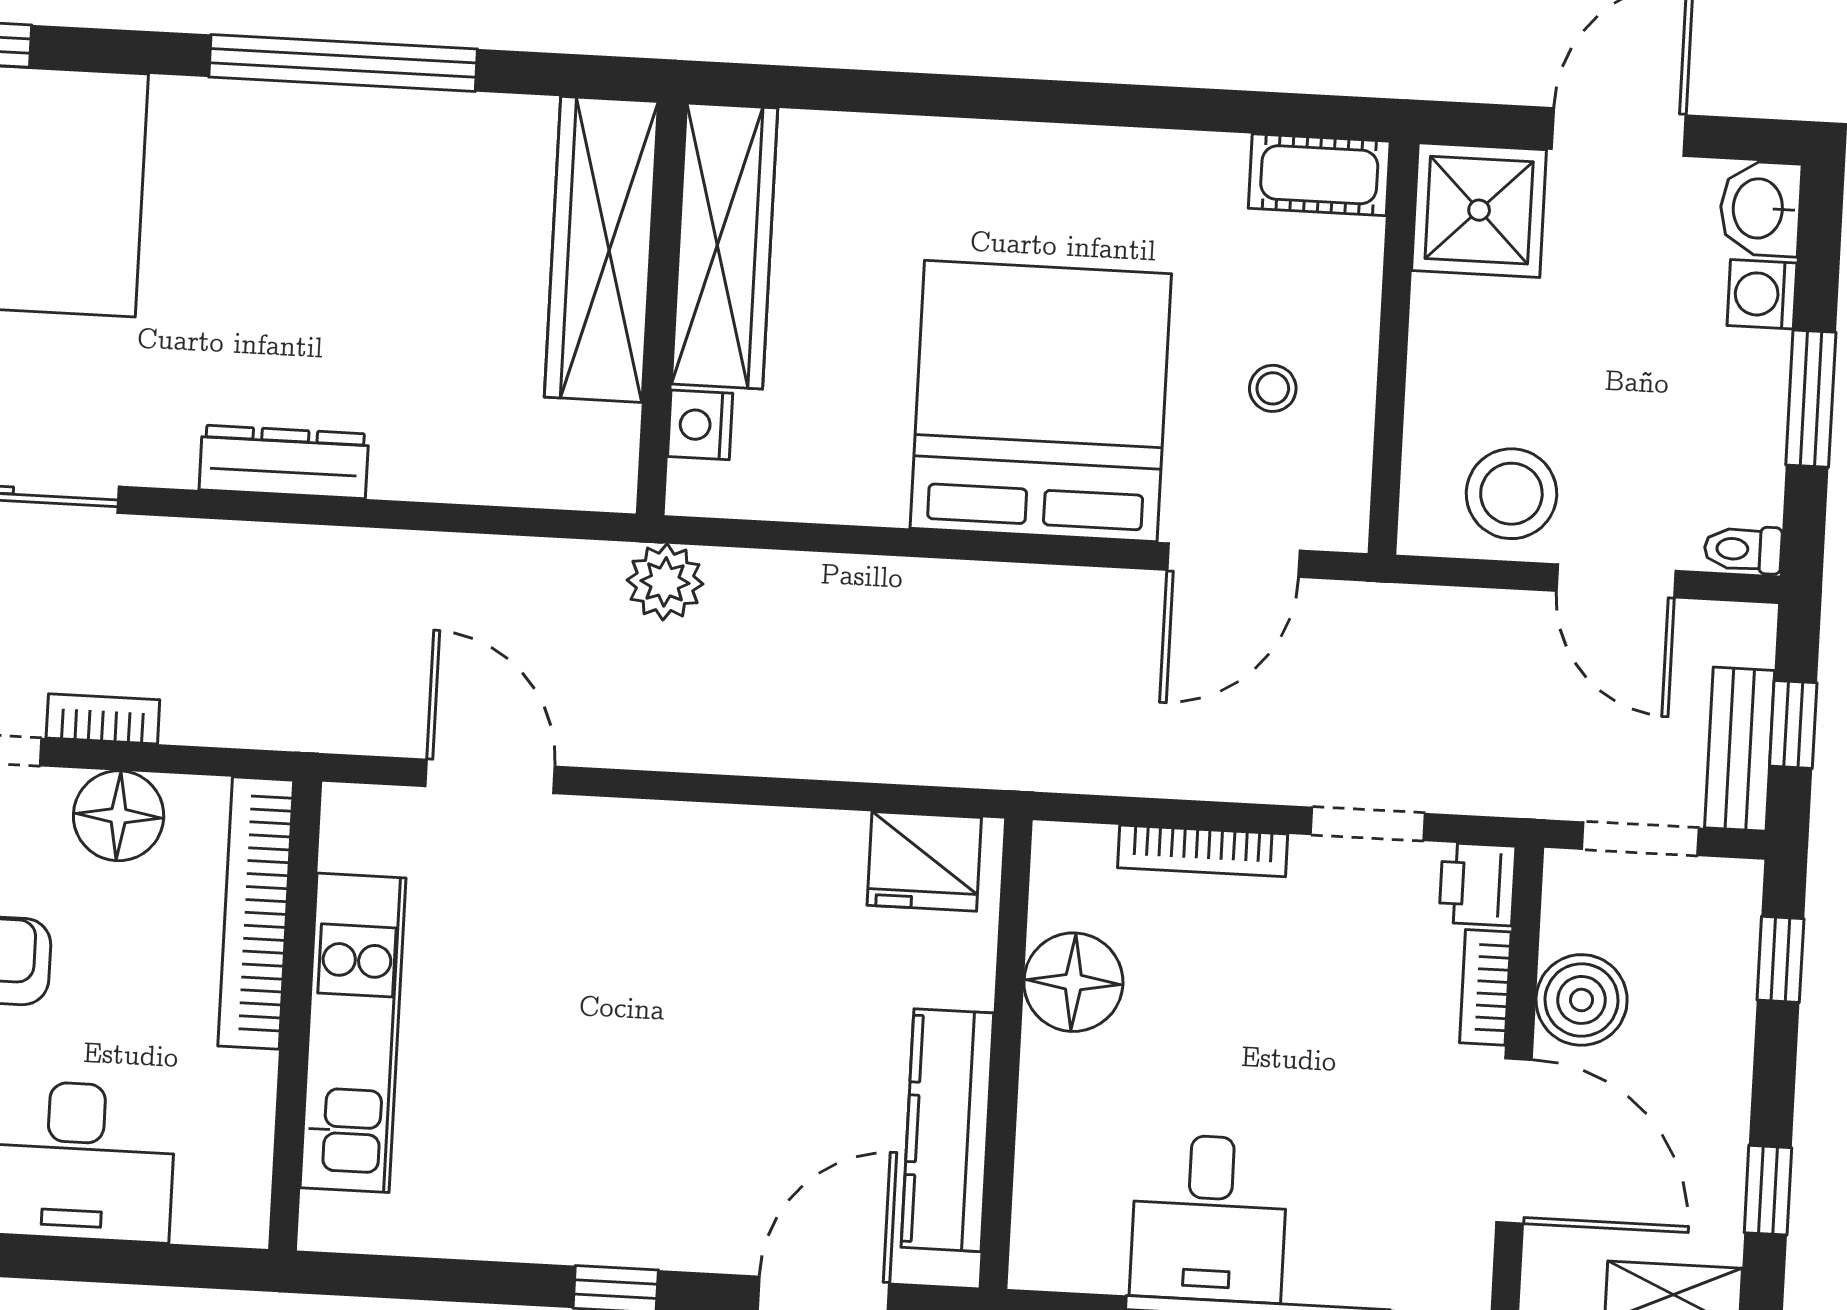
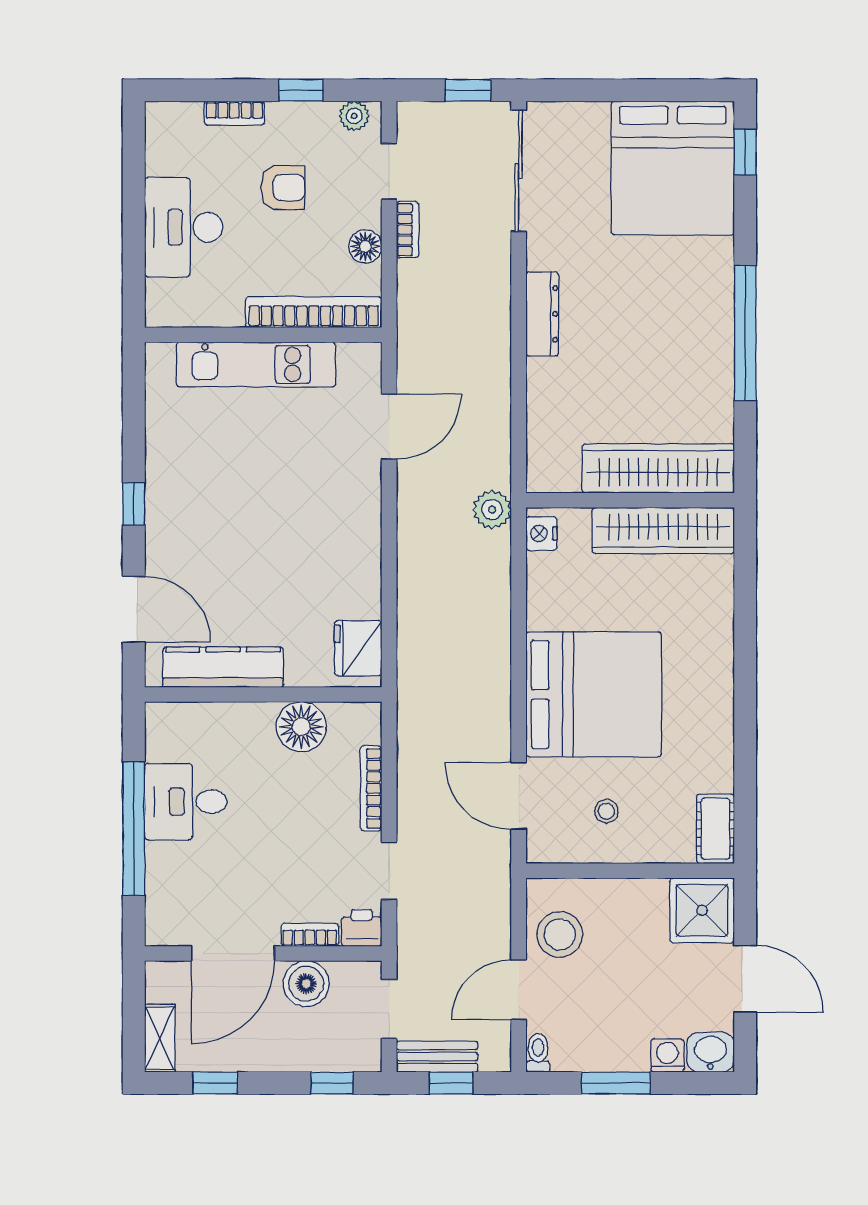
nightstand: (700, 425) -> (541, 533), moved, turned -90
floor lamp: (119, 816) -> (365, 246), width x0.73, depth x0.73

